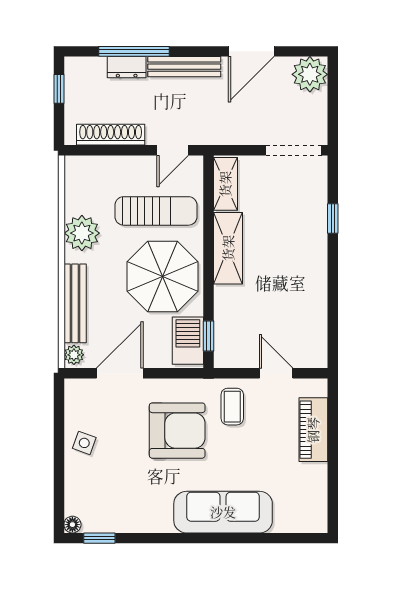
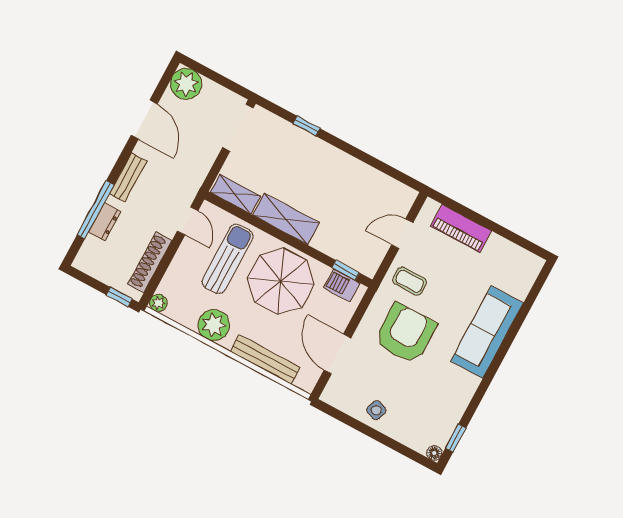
bench: (184, 67) -> (128, 177), width x0.73
window: (59, 89) -> (119, 297), moved
barbecue: (188, 341) -> (342, 285), width x0.73, depth x0.79
plant: (74, 355) -> (158, 303), moved

